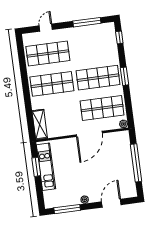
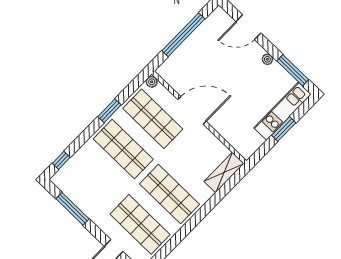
window: (125, 76) -> (109, 111), moved
window: (36, 167) -> (284, 129), moved
kitchen unit: (46, 167) -> (283, 111), moved

